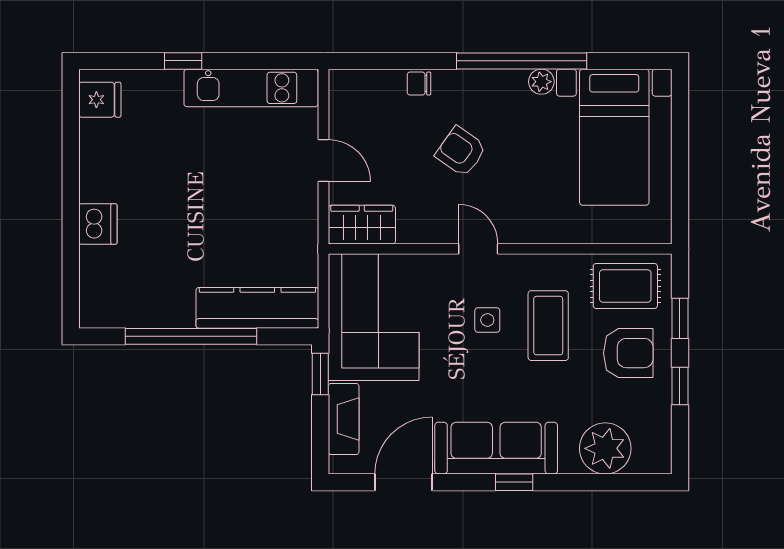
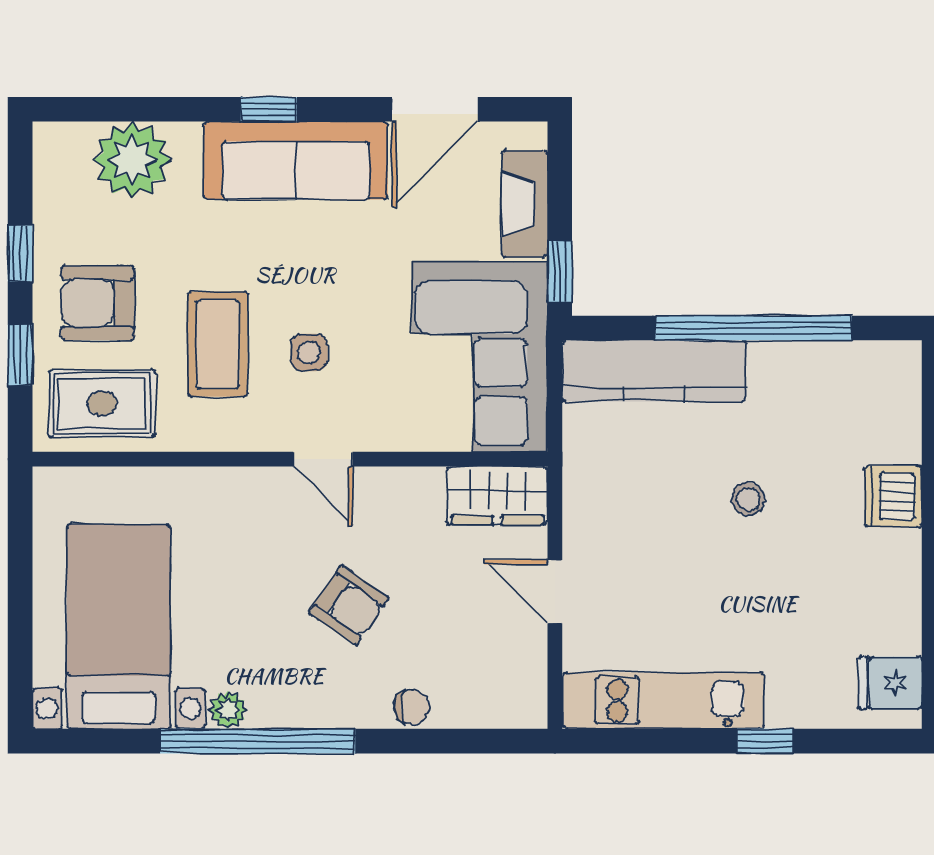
stool: (195, 222) -> (748, 499), added

